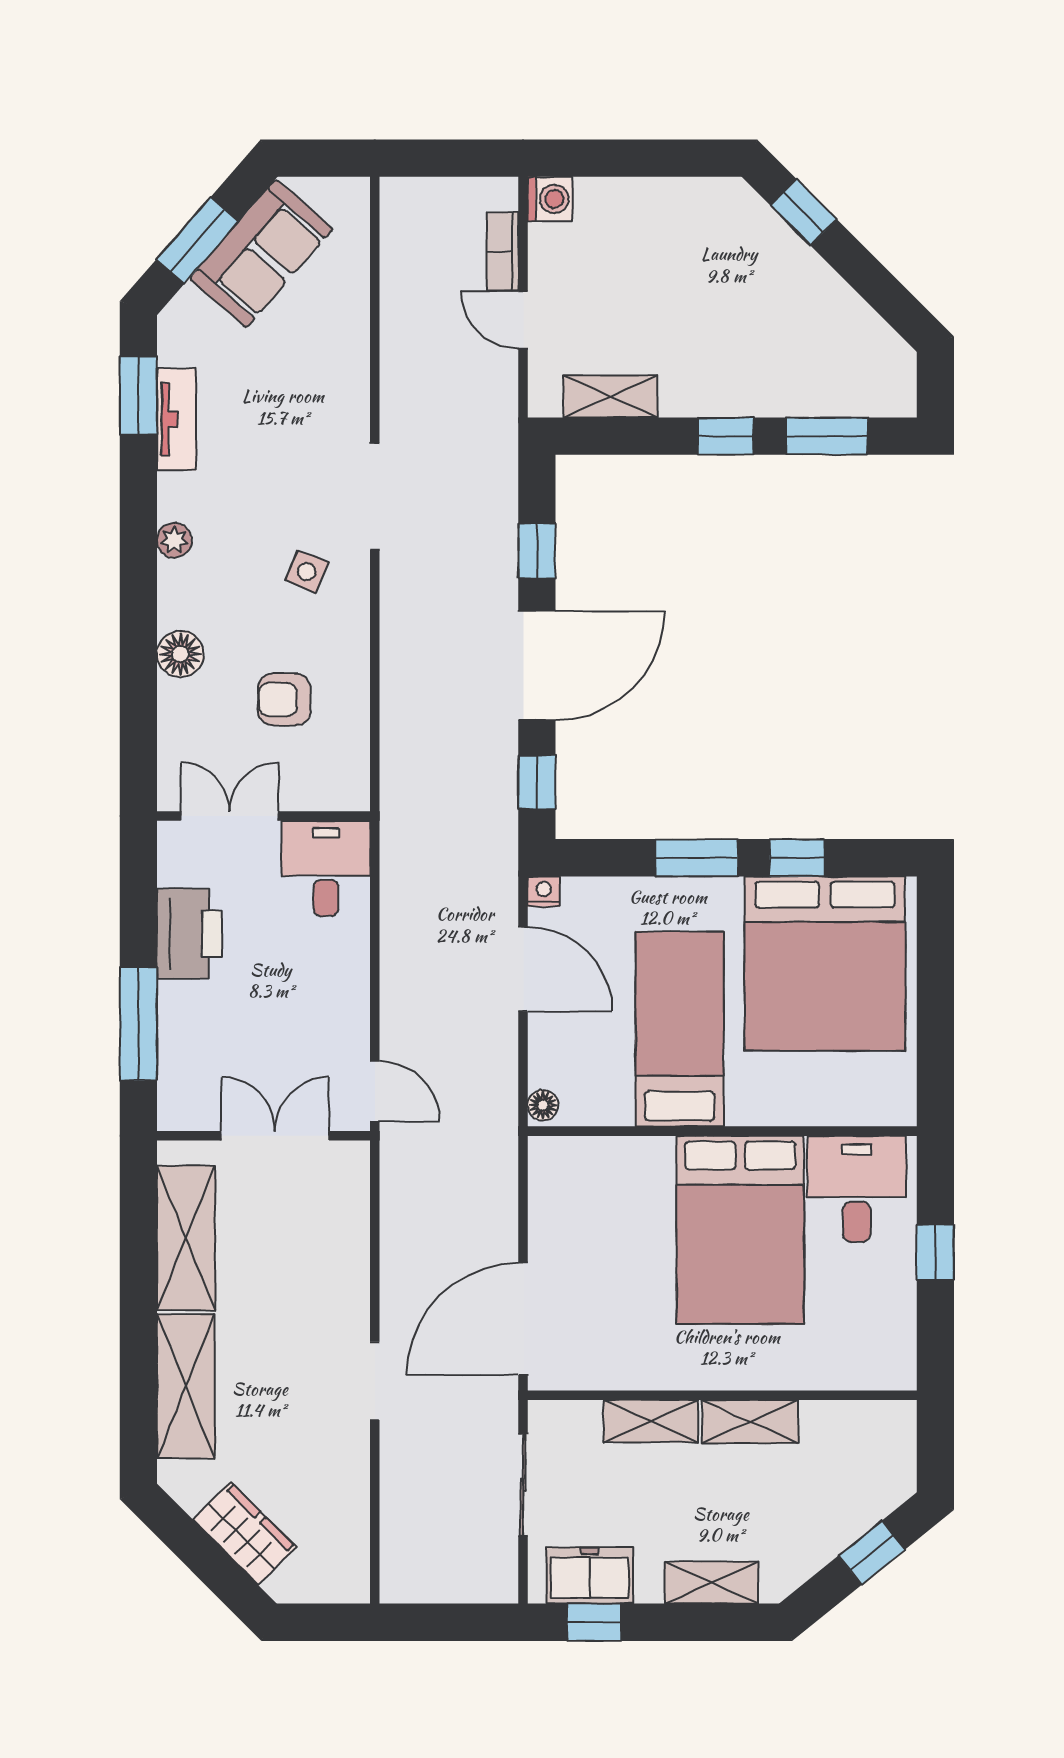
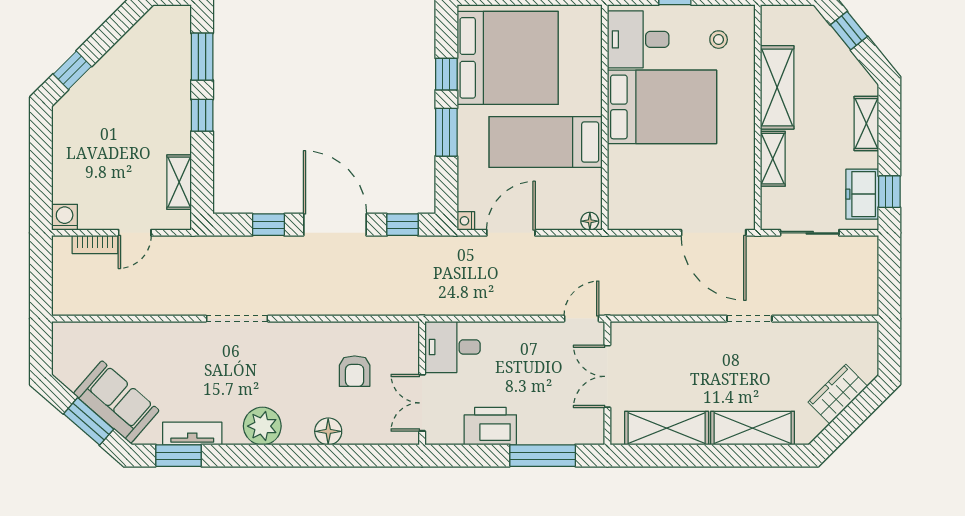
sofa: (261, 253) -> (116, 402), moved
plant: (174, 540) -> (262, 426), width x1.87, depth x1.87
side table: (307, 571) -> (280, 358), removed
stool: (857, 1328) -> (719, 40), added
shelving: (750, 1421) -> (777, 87), width x1.50, depth x1.33

